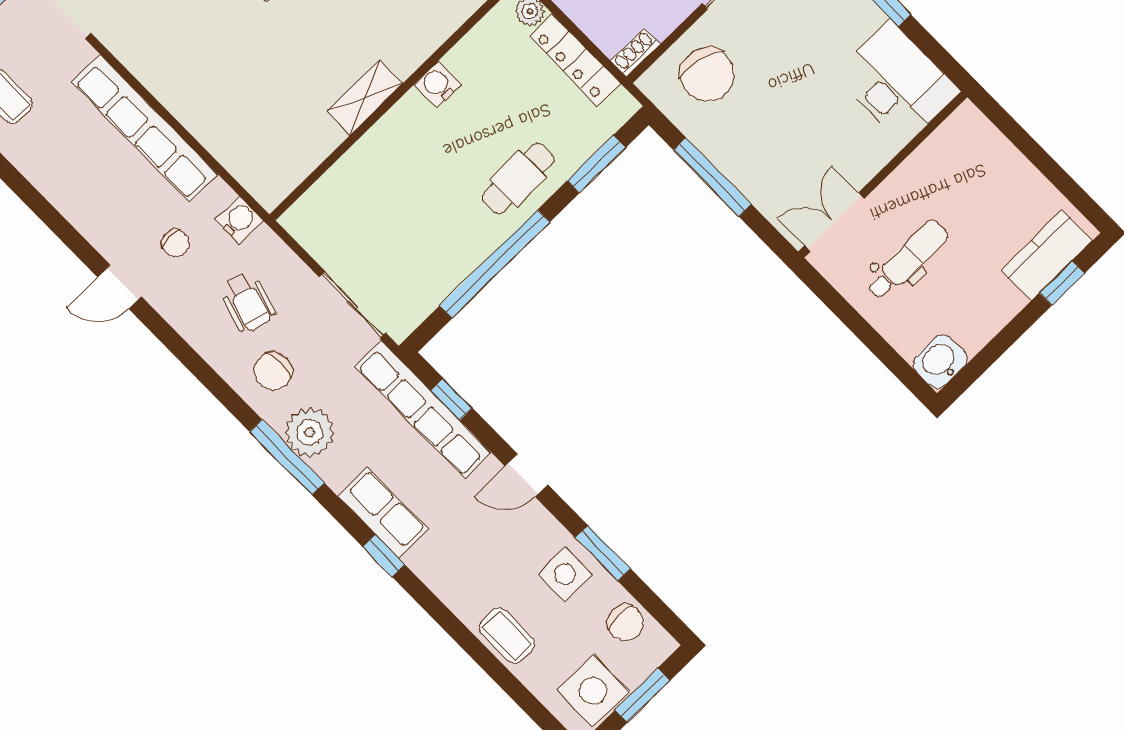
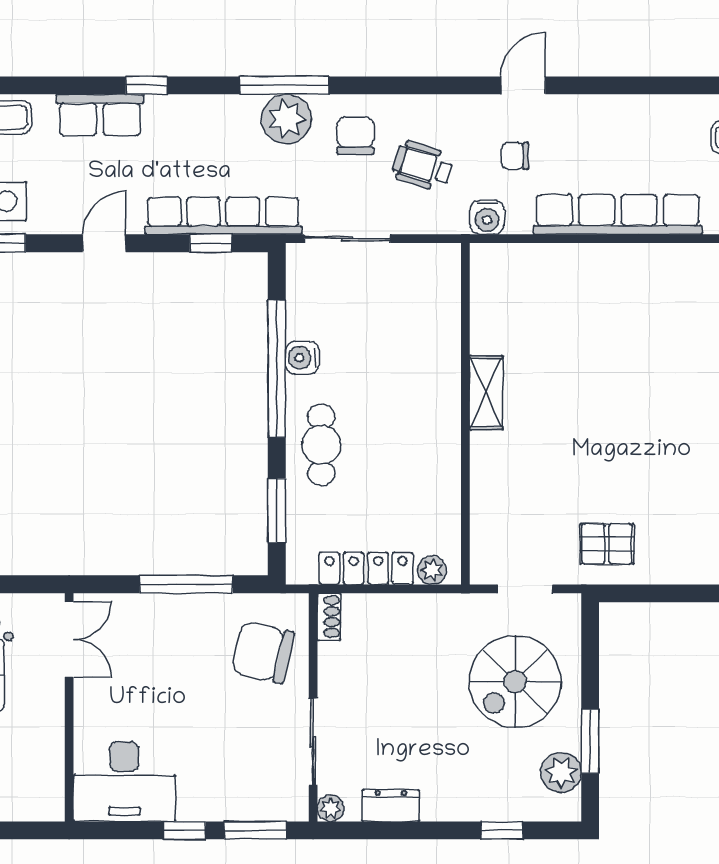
water cooler: (438, 84) -> (302, 358), moved, turned 180
row of seats: (383, 513) -> (100, 115), moved

